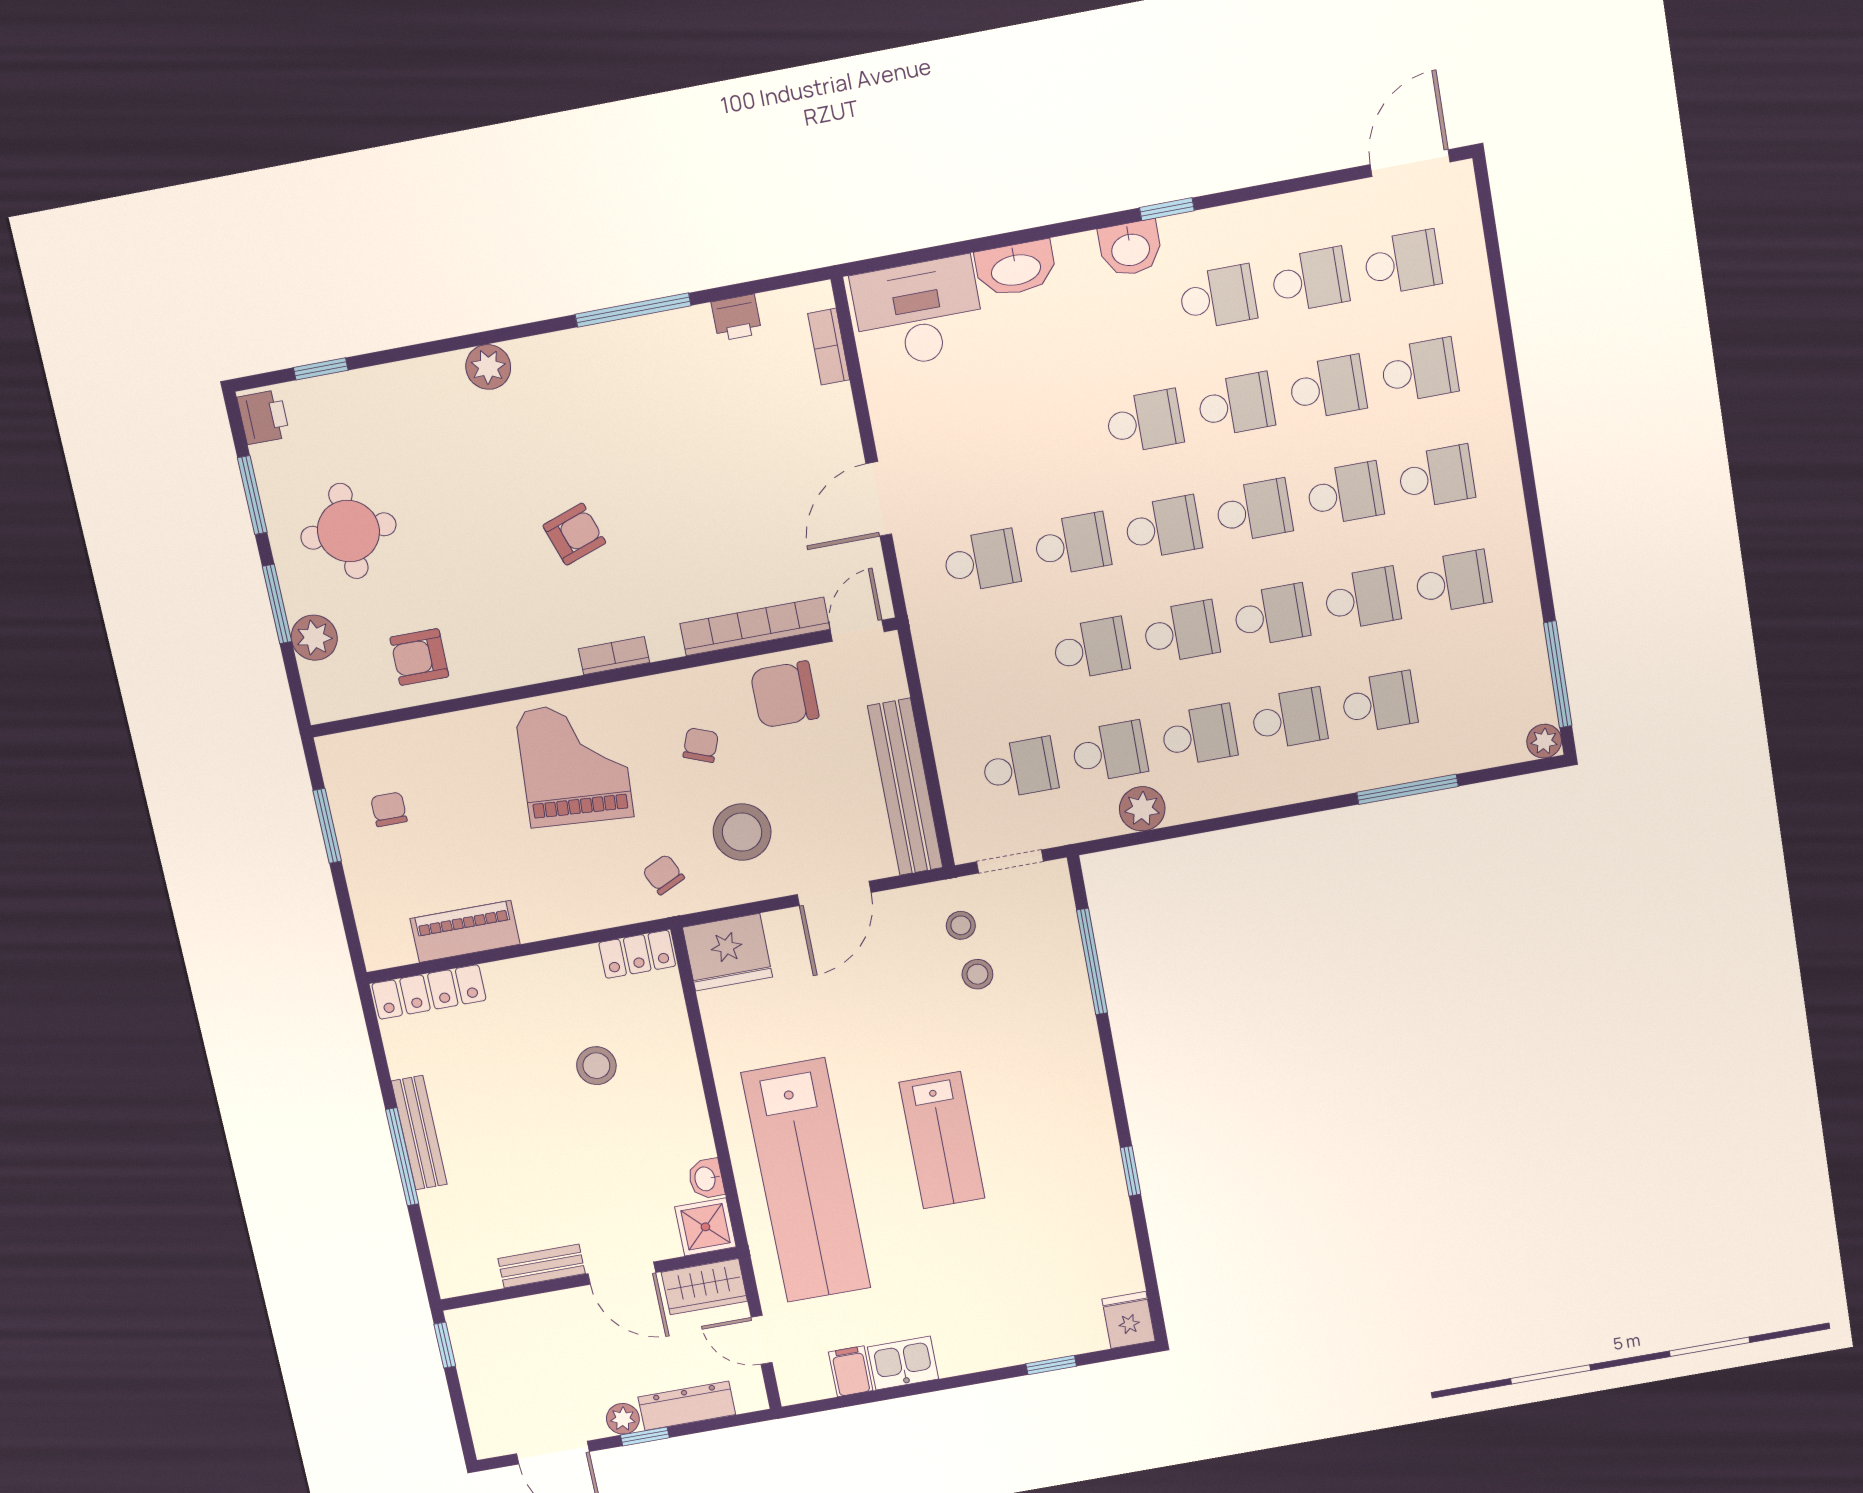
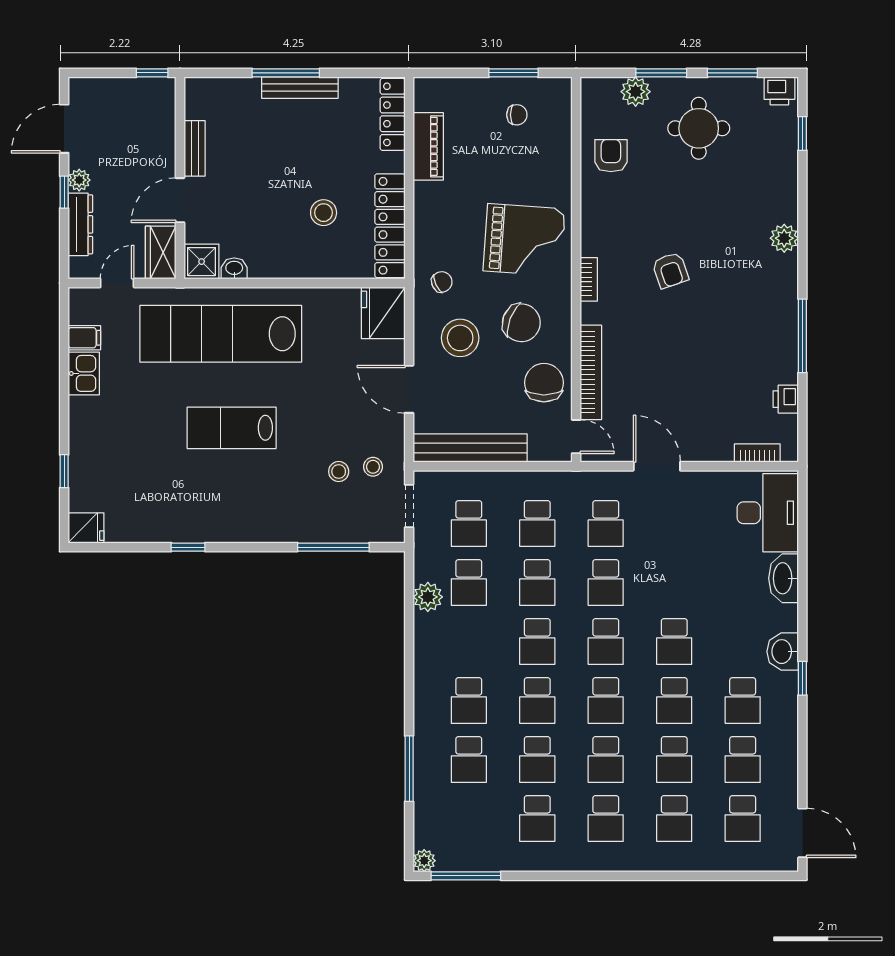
school desk: (1199, 735) -> (537, 524), moved
chair: (701, 745) -> (521, 323), width x1.87, depth x1.87
locker: (637, 954) -> (390, 226), width x2.16, depth x1.21

